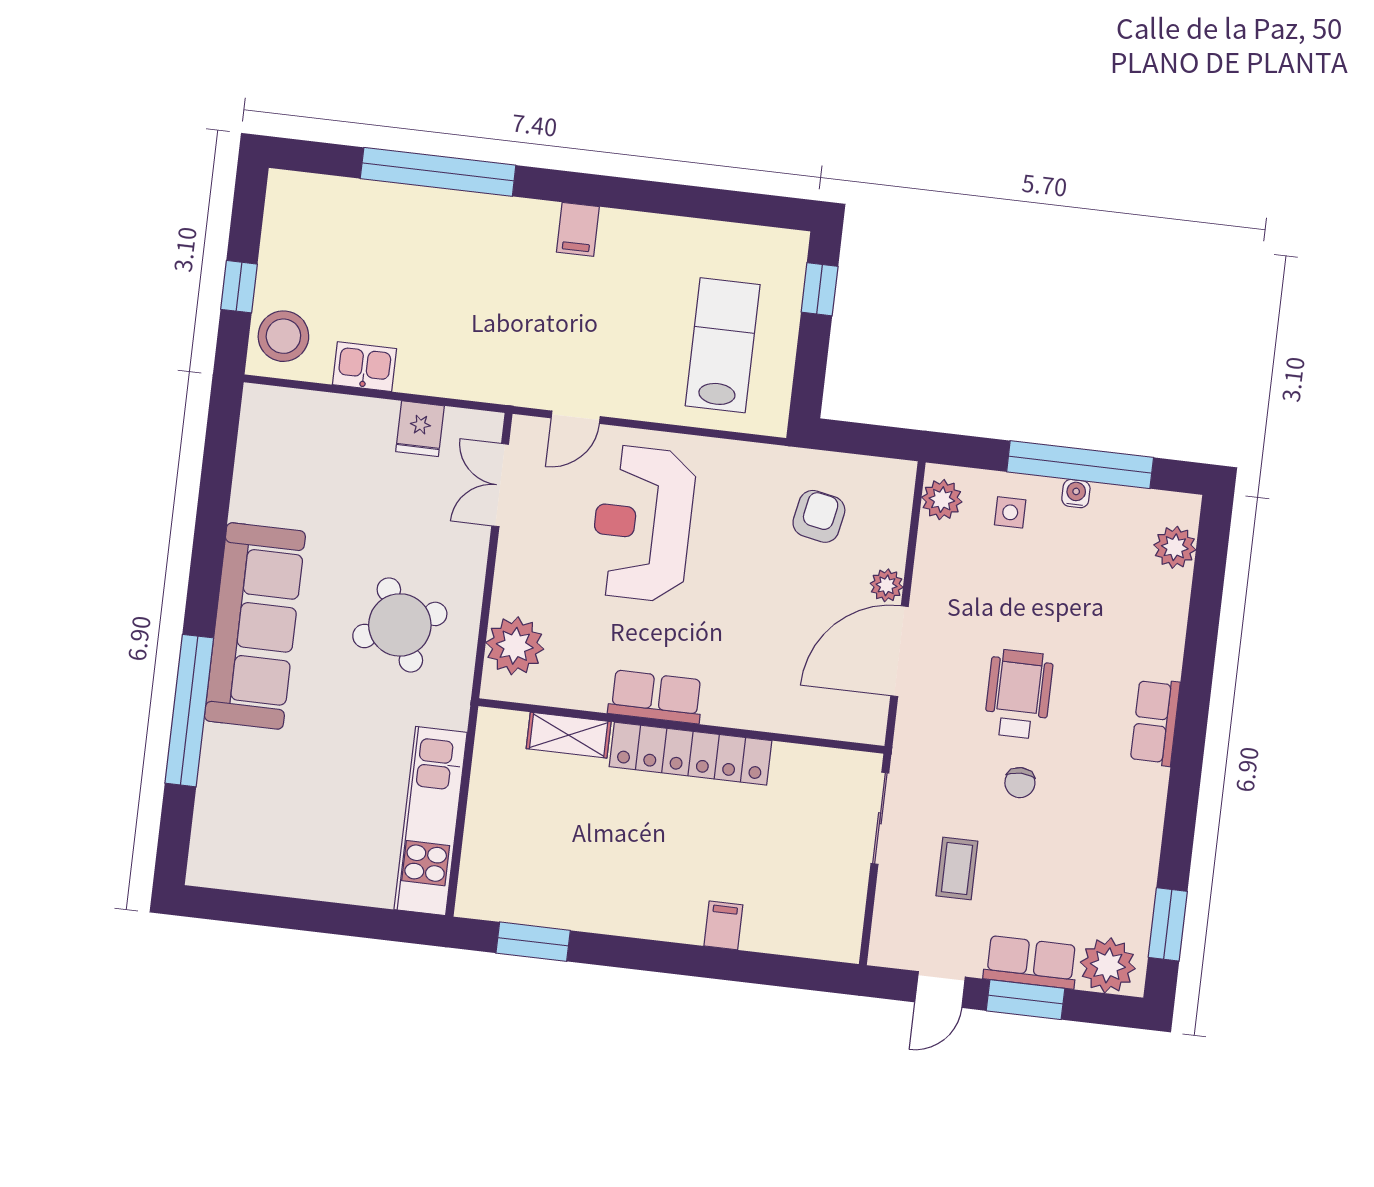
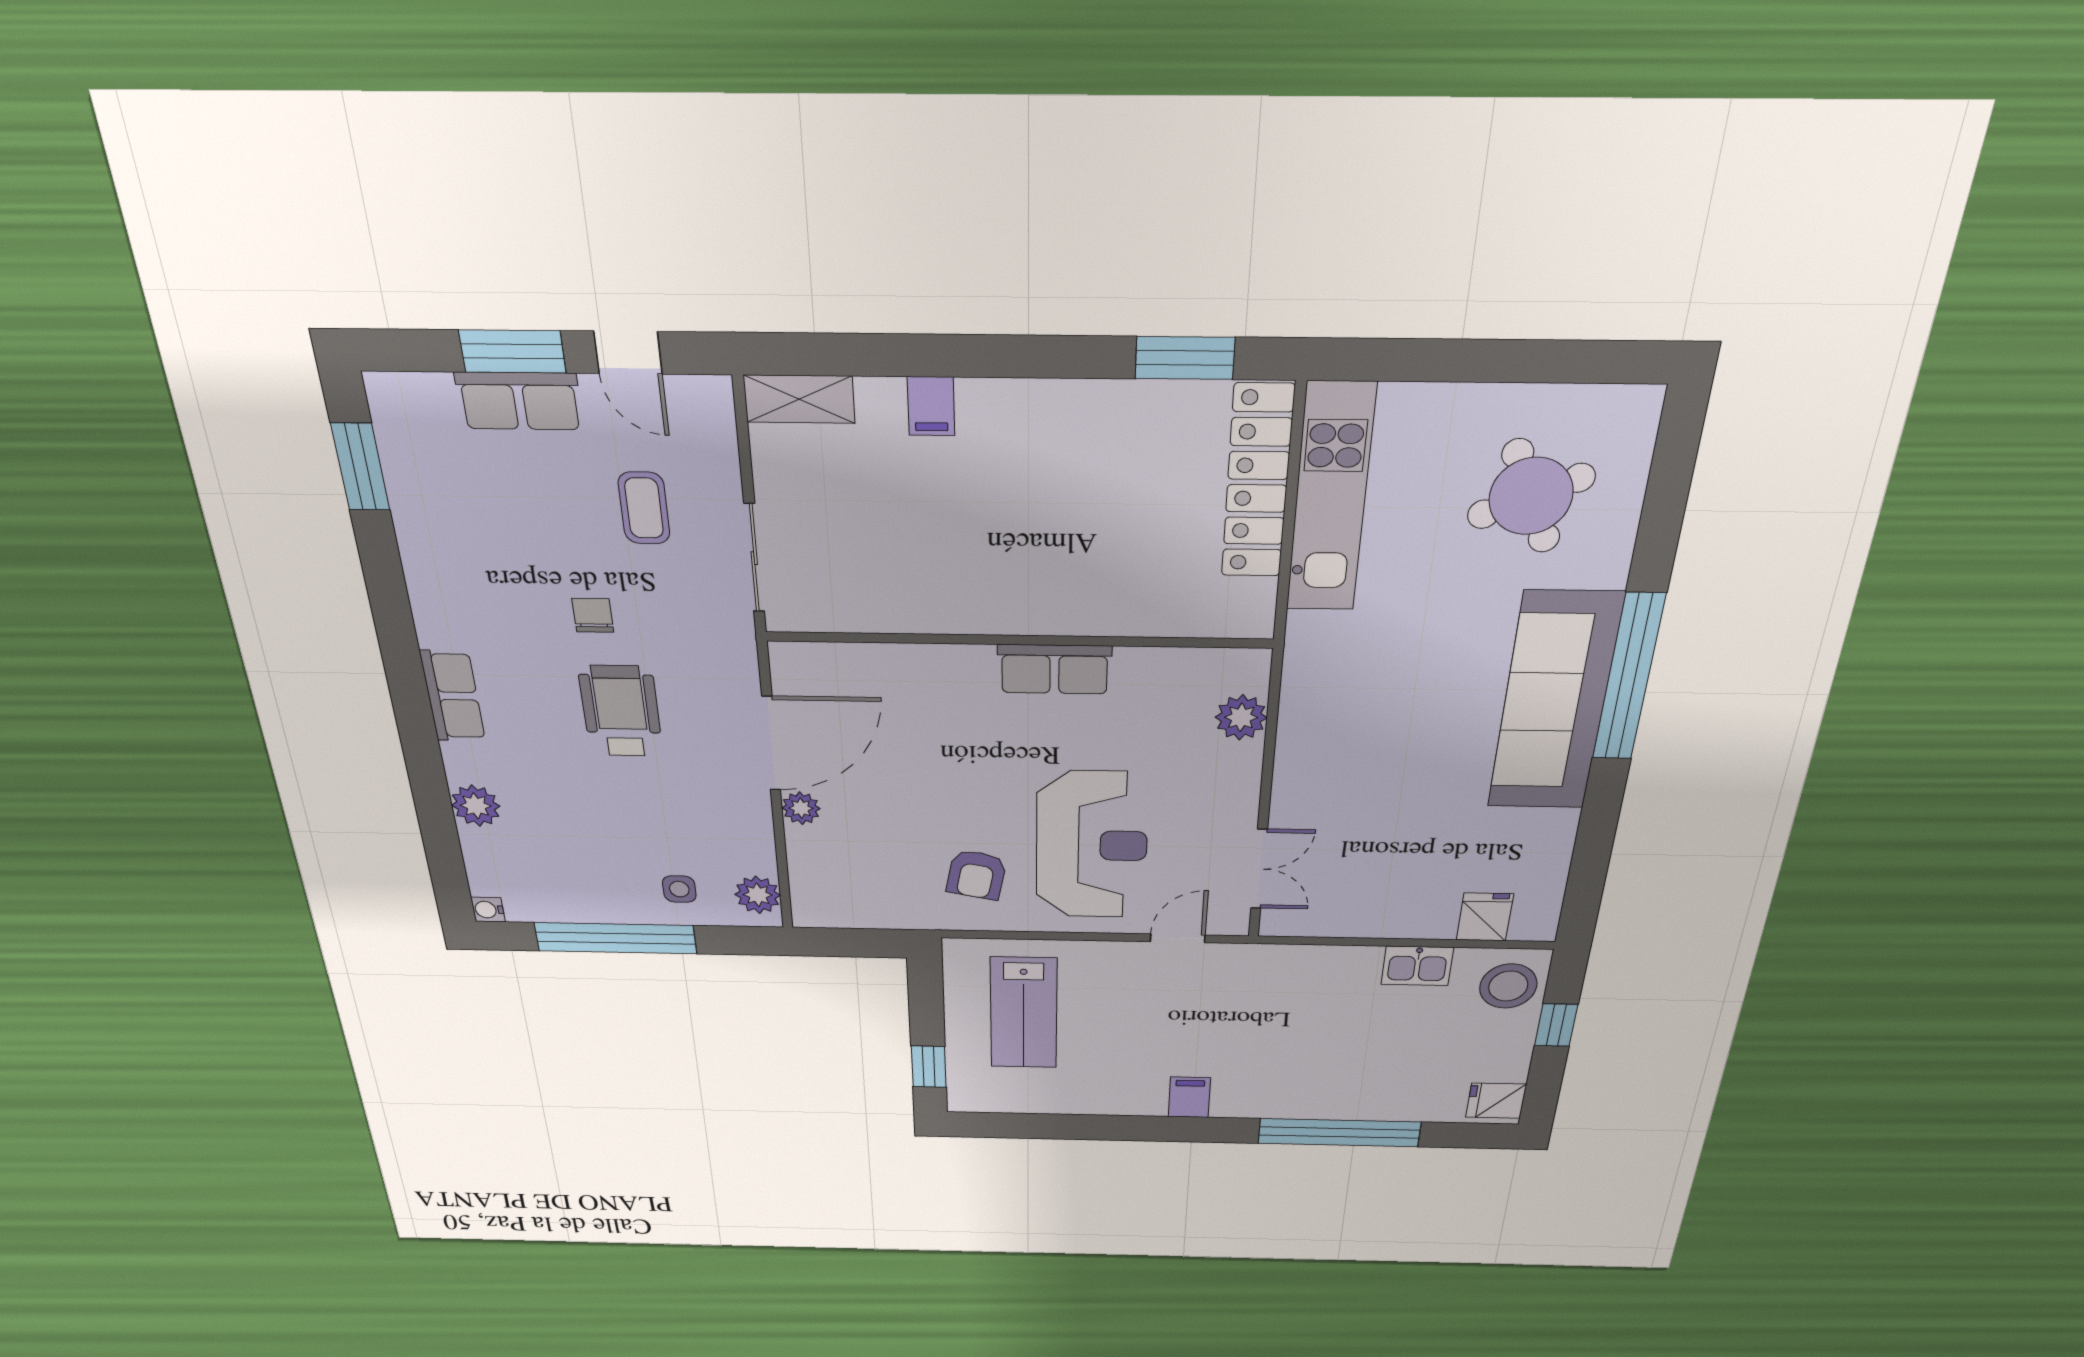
fridge: (291, 200) -> (1496, 1101), added
fridge: (420, 429) -> (1485, 917), moved
water cooler: (1076, 494) -> (488, 910), moved, turned 90
armchair: (819, 516) -> (976, 875), moved
plant: (1175, 547) -> (476, 806), moved
round table: (400, 625) -> (1531, 496), moved
plant: (515, 646) -> (1241, 717), width x0.73, depth x0.73
wheelchair: (1019, 694) -> (621, 711), turned 180
window: (189, 711) -> (1629, 677), moved
shelving: (569, 735) -> (799, 399), moved
locker: (691, 754) -> (1257, 482), moved, turned -90
plant: (1108, 965) -> (419, 407), removed
door: (940, 990) -> (628, 353), swing flipped

